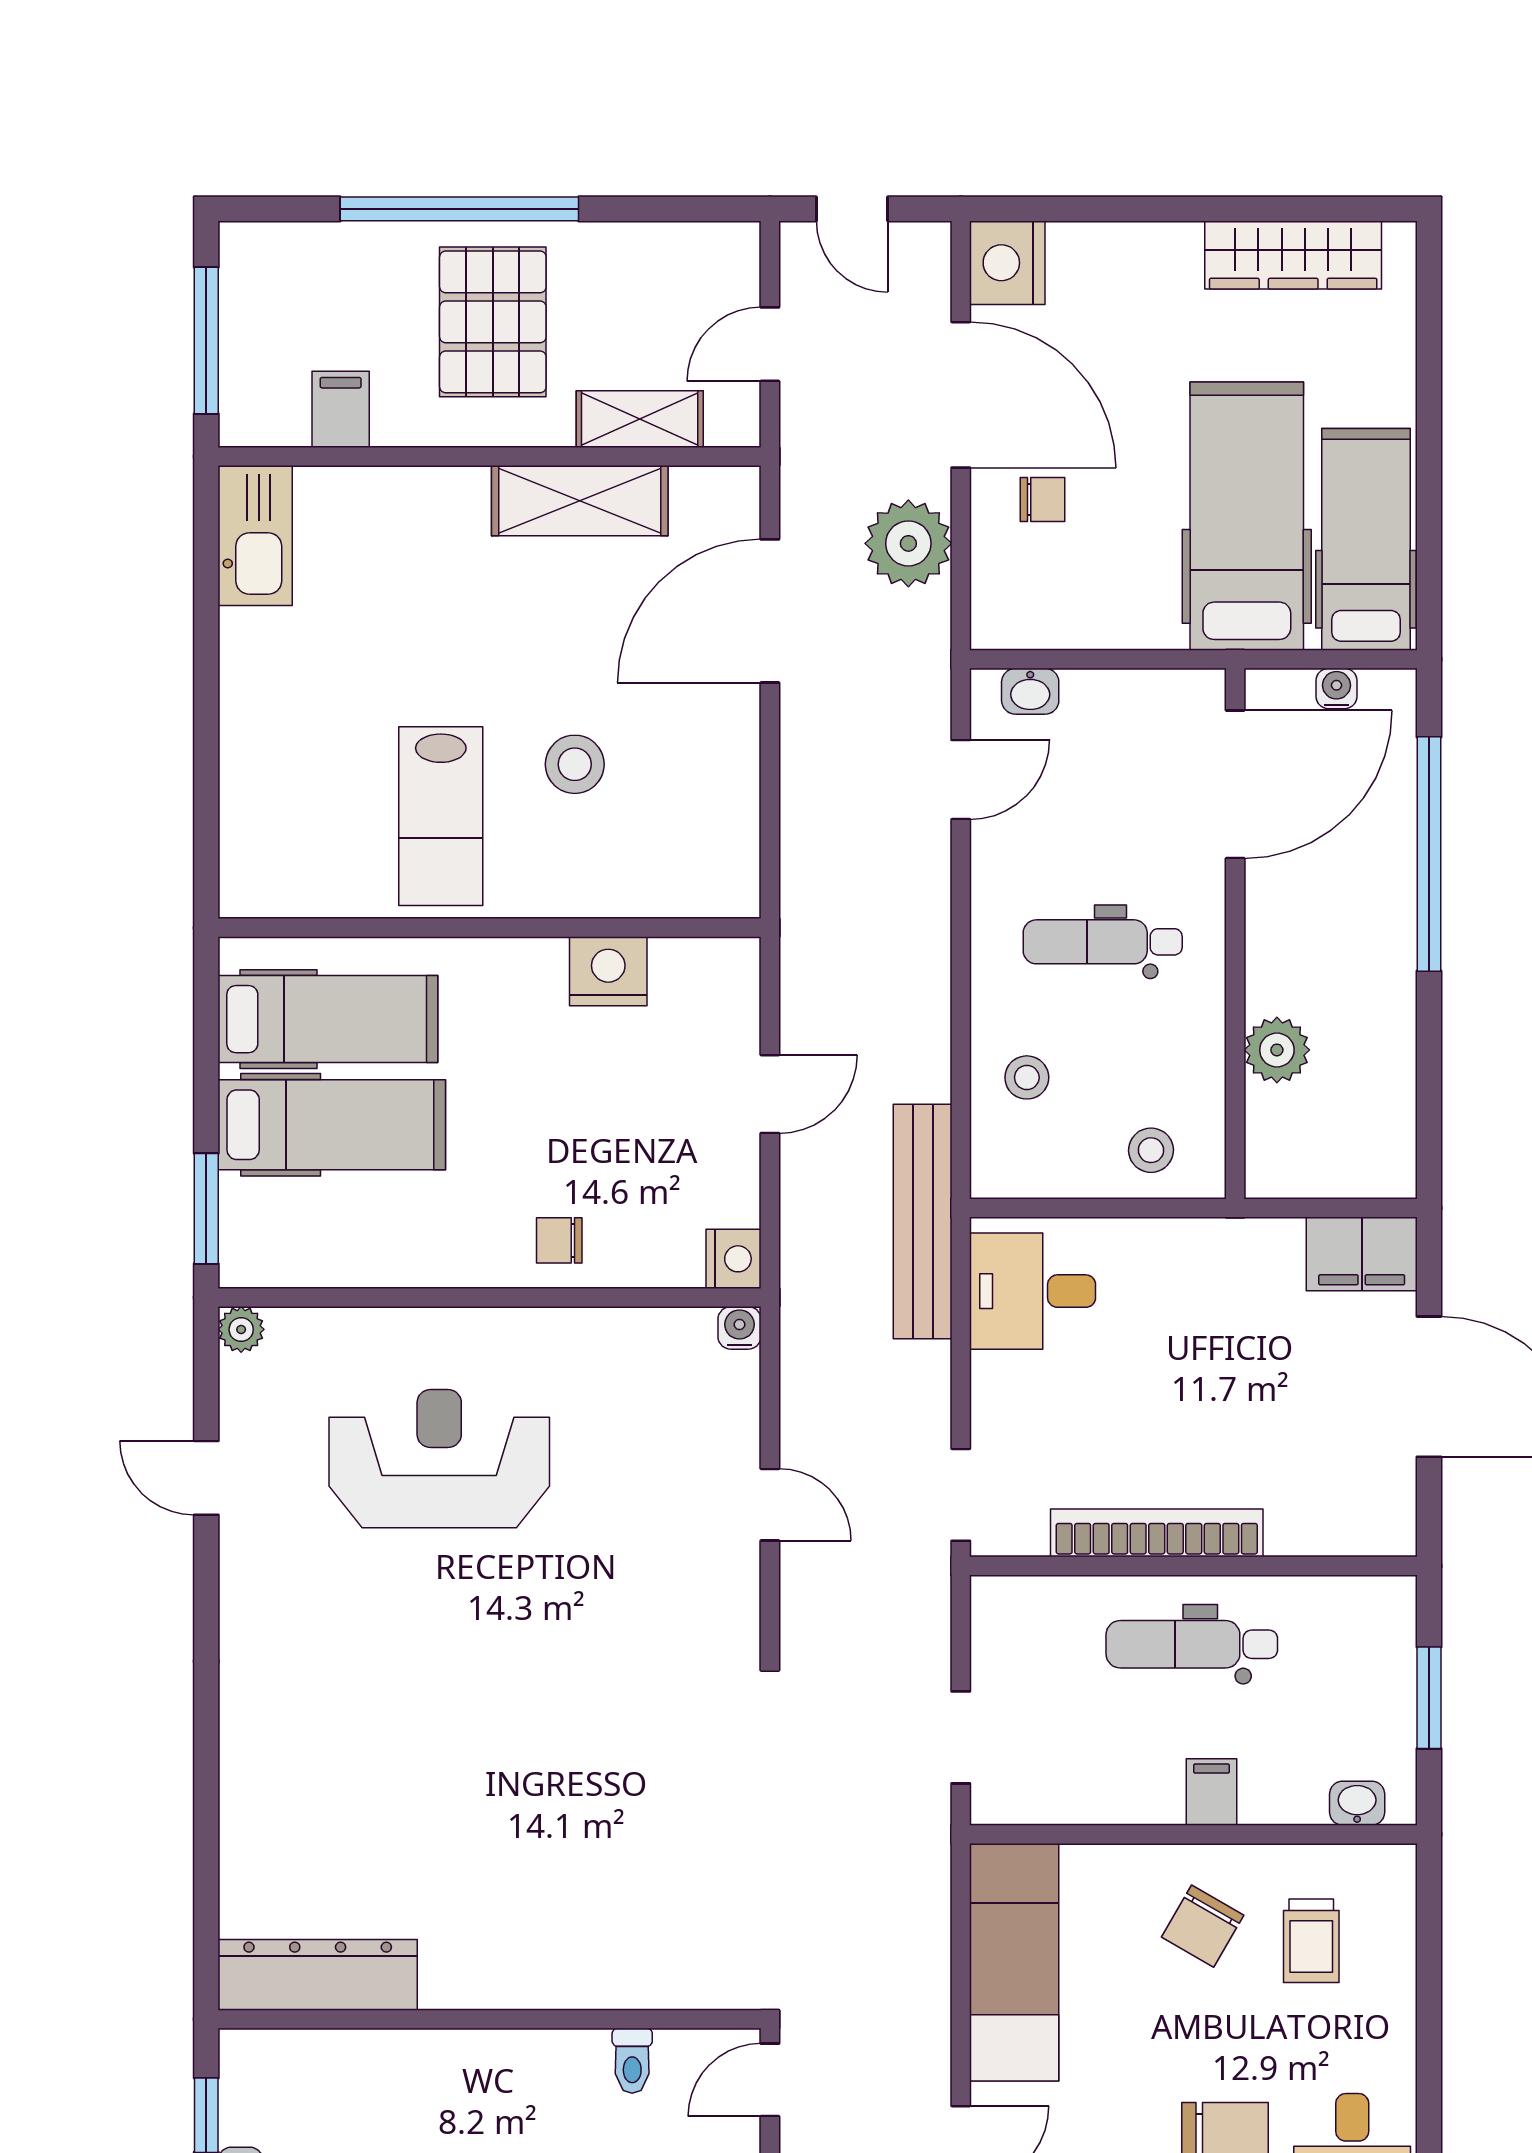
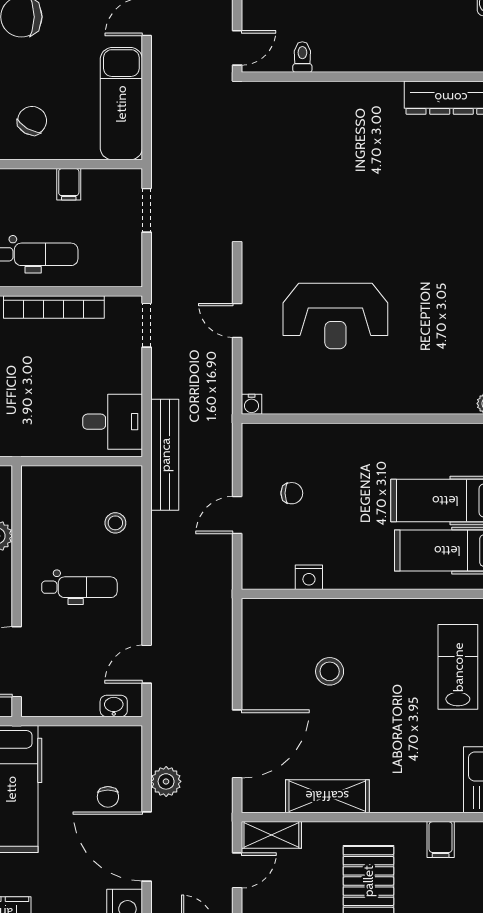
shelving: (640, 419) -> (271, 835), moved
chair: (1042, 499) -> (108, 797), turned -90
plant: (908, 543) -> (166, 781), width x0.73, depth x0.73
lab bench: (441, 816) -> (458, 667), moved
nightstand: (608, 971) -> (309, 577), width x0.74, depth x0.75
stool: (1151, 1150) -> (57, 488), removed
chair: (559, 1240) -> (292, 493), moved
nightstand: (734, 1259) -> (254, 437), removed
reception desk: (439, 1459) -> (335, 316), moved
filing cabinet: (1211, 1792) -> (69, 184), moved

